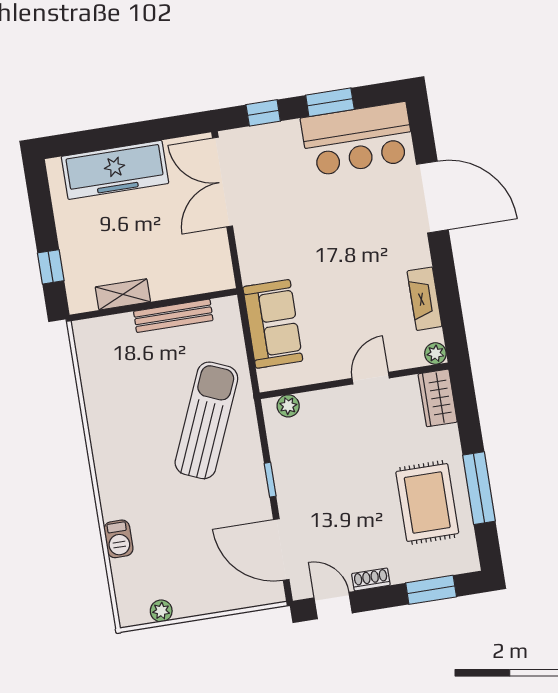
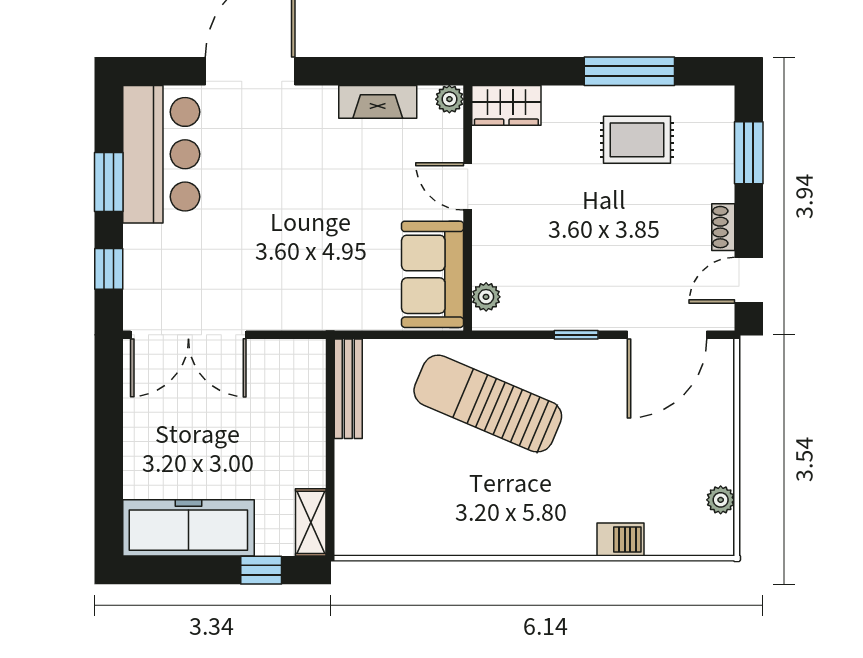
freezer: (115, 170) -> (188, 528), moved, turned -90
shelving: (123, 294) -> (311, 522), moved
bench: (173, 316) -> (348, 389), moved
sofa: (273, 324) -> (433, 274), moved, turned -90
rug: (427, 502) -> (637, 140), width x0.73, depth x0.70

